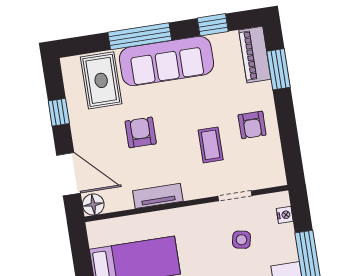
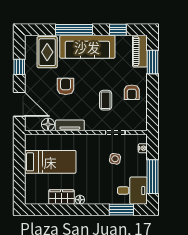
floor lamp: (93, 205) -> (48, 124), moved

